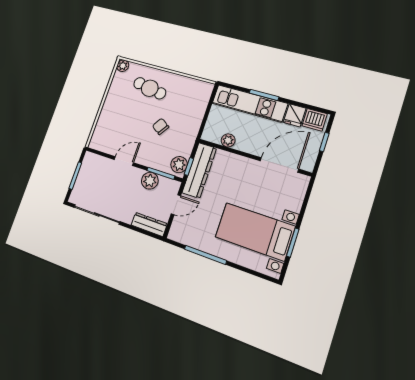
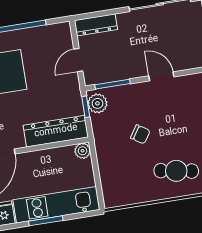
plant: (228, 140) -> (83, 151), moved
door: (124, 161) -> (161, 76), swing flipped
dresser: (199, 170) -> (56, 131), moved, turned 90
plant: (150, 181) -> (120, 70), removed

